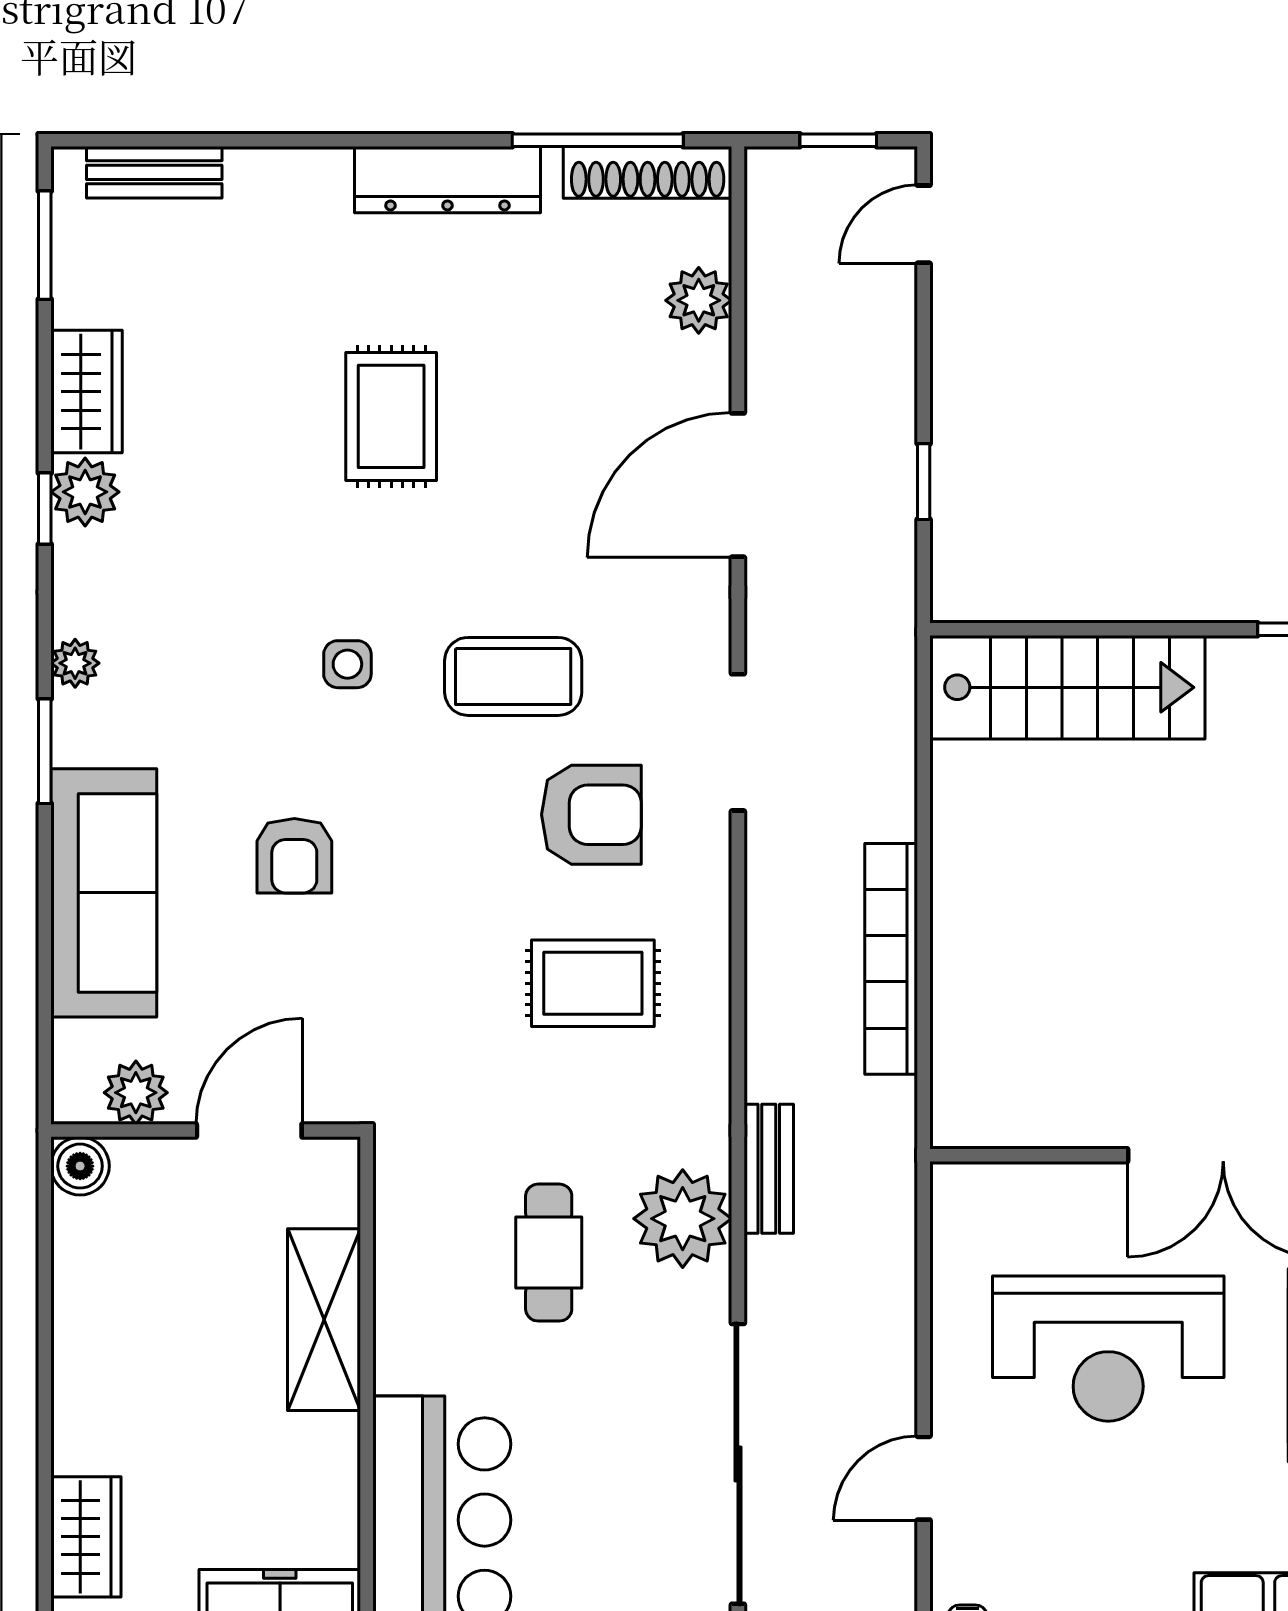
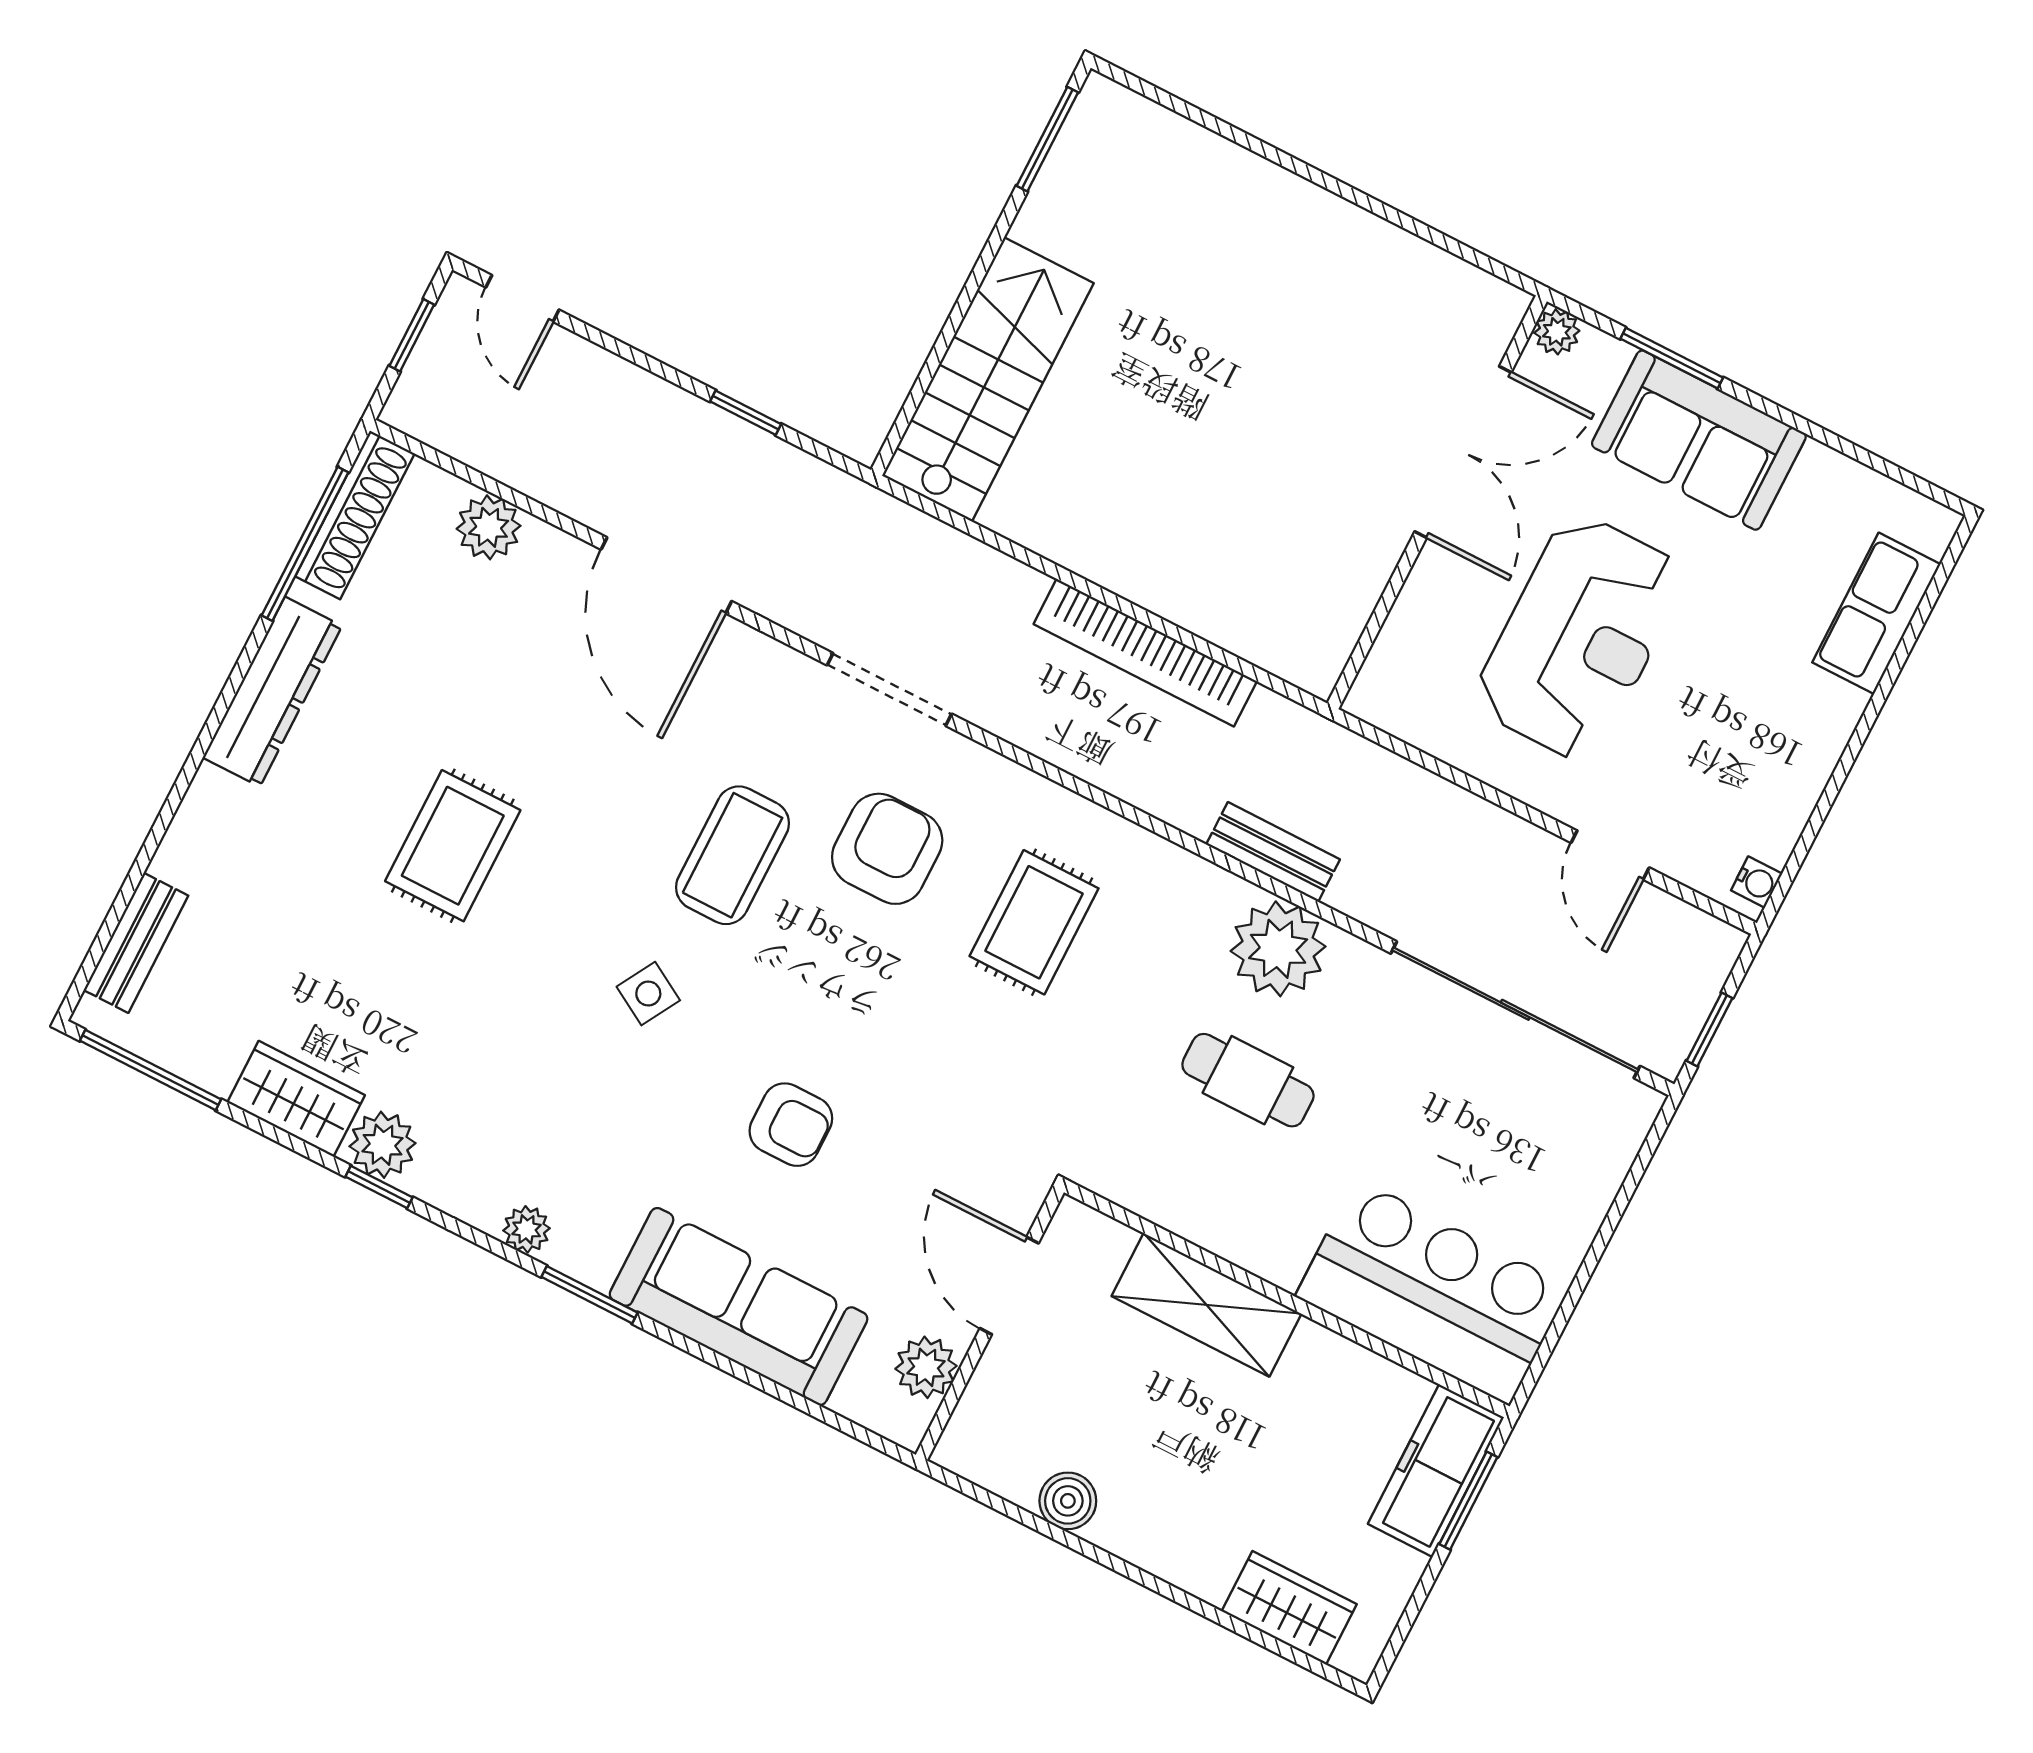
window: (45, 245) -> (150, 1070), width x1.44
rug: (391, 416) -> (453, 846), turned 90
side table: (347, 664) -> (648, 994), turned 30
boiler: (80, 1166) -> (1068, 1501), moved

